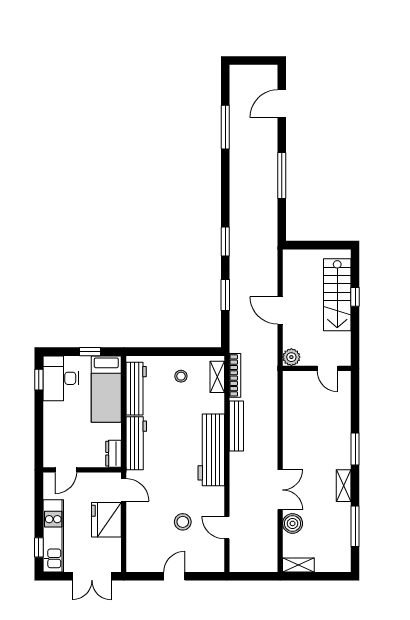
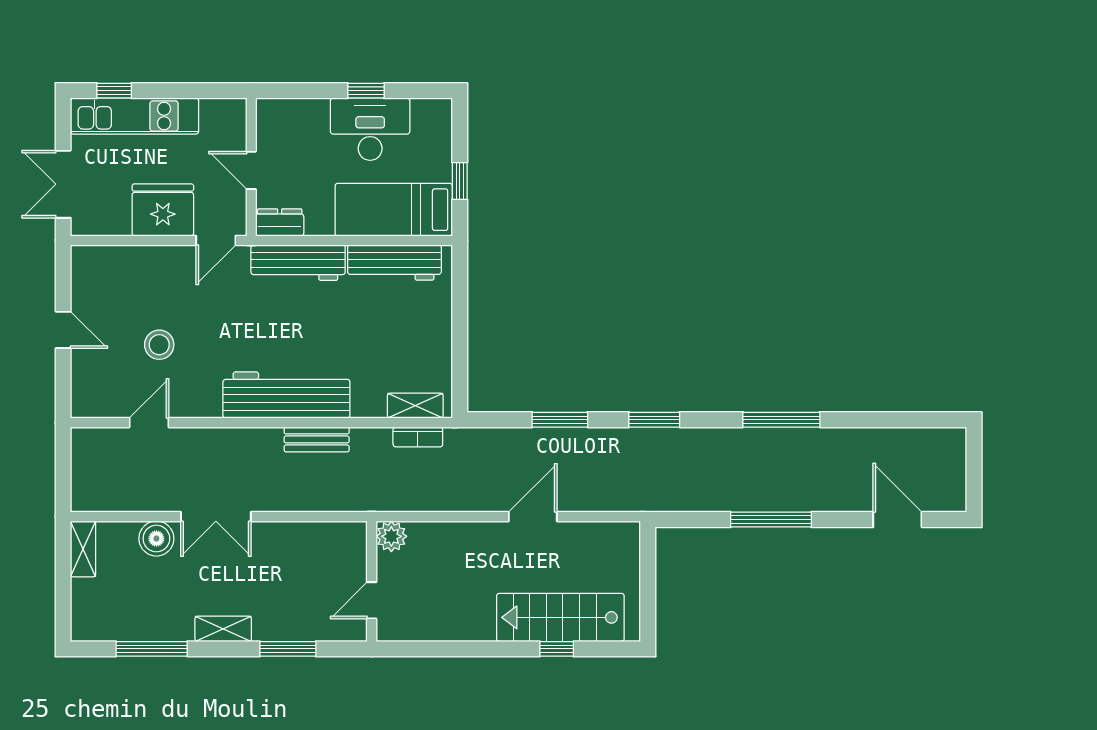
window: (225, 127) -> (781, 420), moved
plant: (291, 357) -> (391, 536), moved
wall: (317, 368) -> (372, 581), moved
door: (328, 368) -> (372, 600), moved
bookcase: (235, 375) -> (418, 437), width x0.64
stool: (181, 376) -> (417, 342), removed
desk: (61, 378) -> (370, 129), moved
window: (39, 380) -> (366, 91), moved
bench: (236, 426) -> (317, 439), width x0.73
door: (66, 470) -> (251, 170), moved

